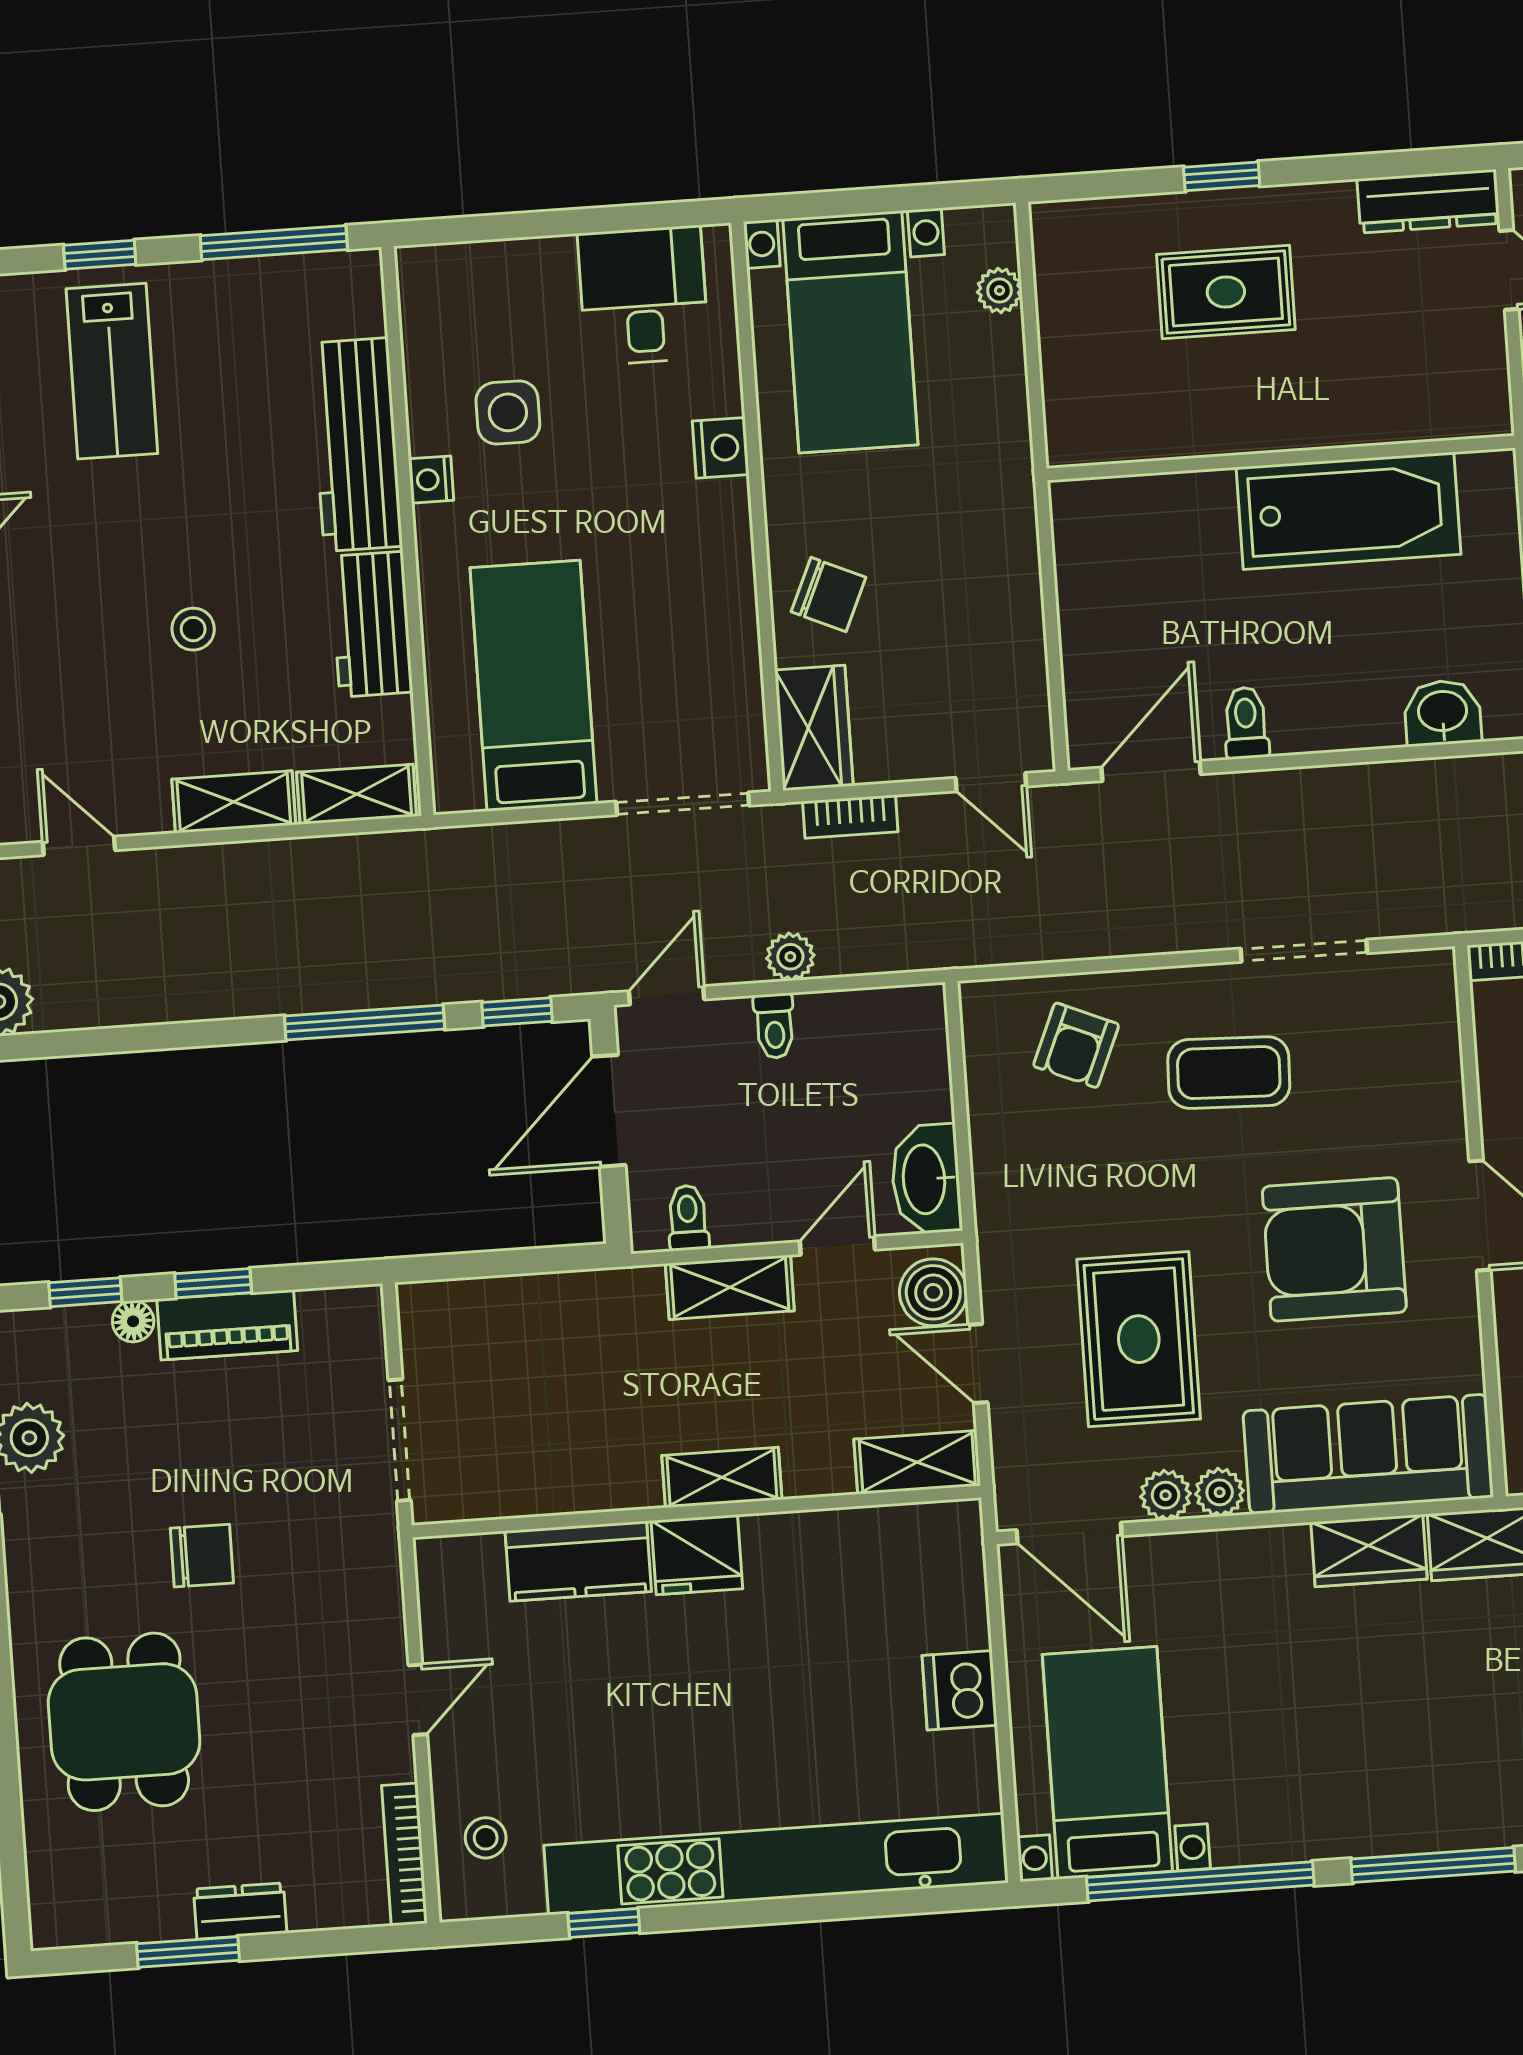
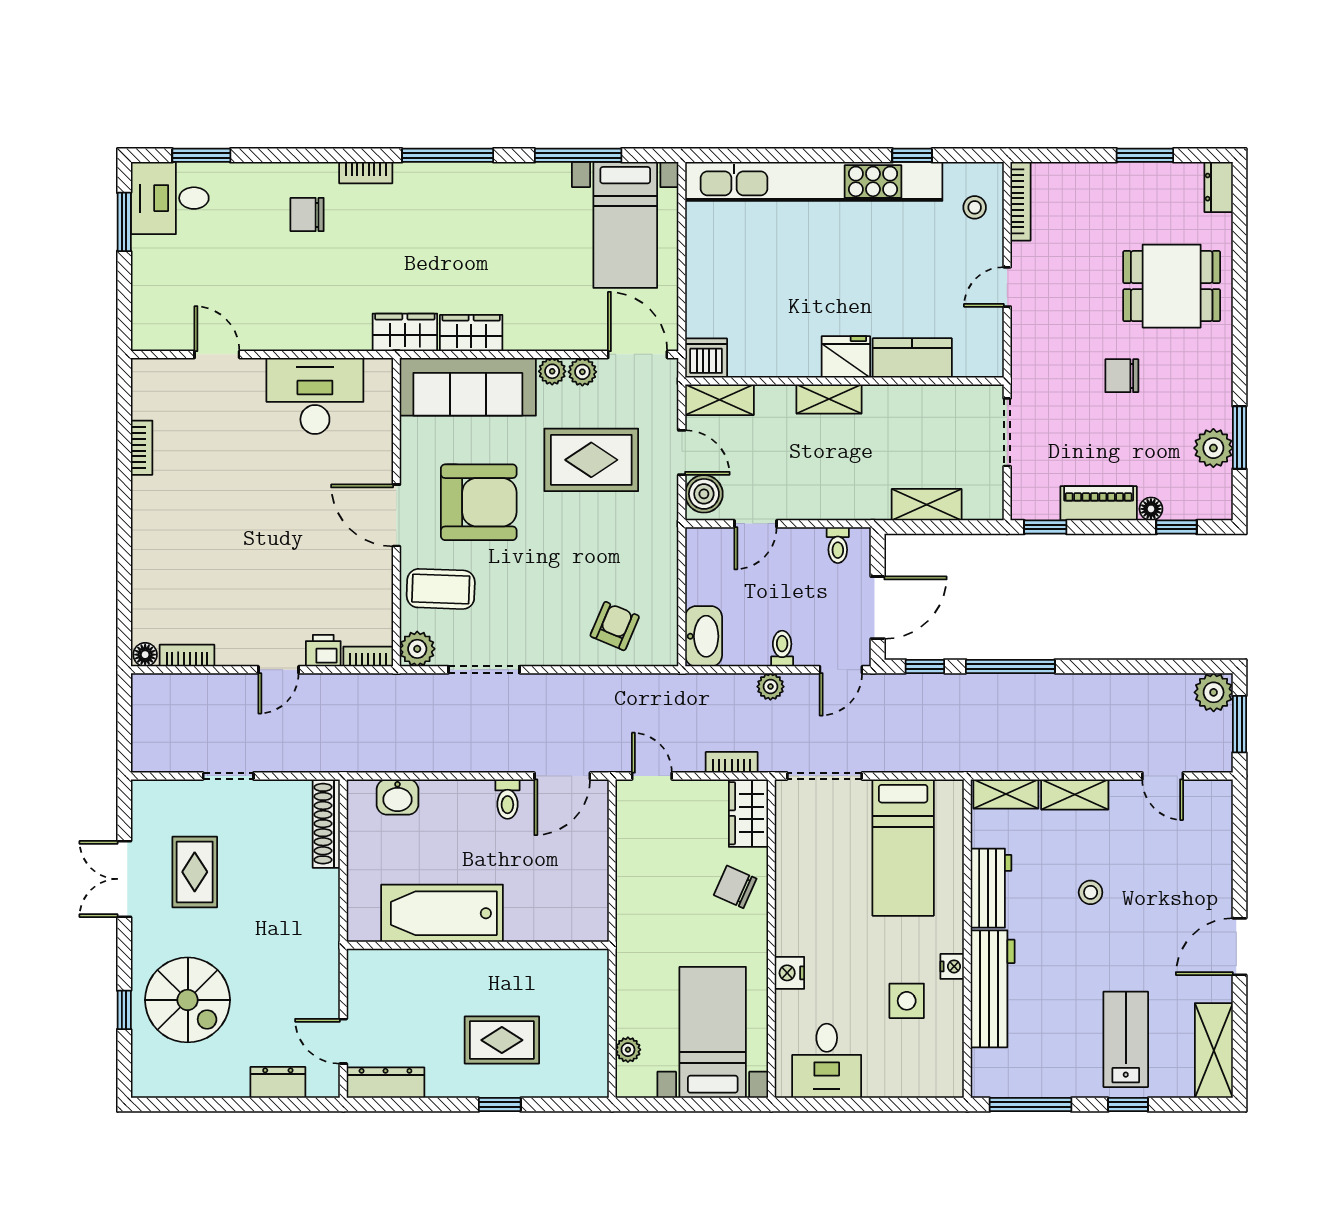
plant: (1426, 980) -> (417, 649), added
coffee table: (1229, 1073) -> (441, 589), moved
washbasin: (926, 1179) -> (704, 636), moved
window: (213, 1283) -> (1045, 527), moved
shelving: (730, 1287) -> (927, 505), moved
rug: (1139, 1339) -> (591, 460), turned 90
dishwasher: (960, 1690) -> (706, 358), moved, turned -90
dining table: (124, 1722) -> (1172, 286), turned 90
window: (1200, 1881) -> (578, 155), width x0.68
dresser: (240, 1911) -> (1219, 187), moved, turned 90

